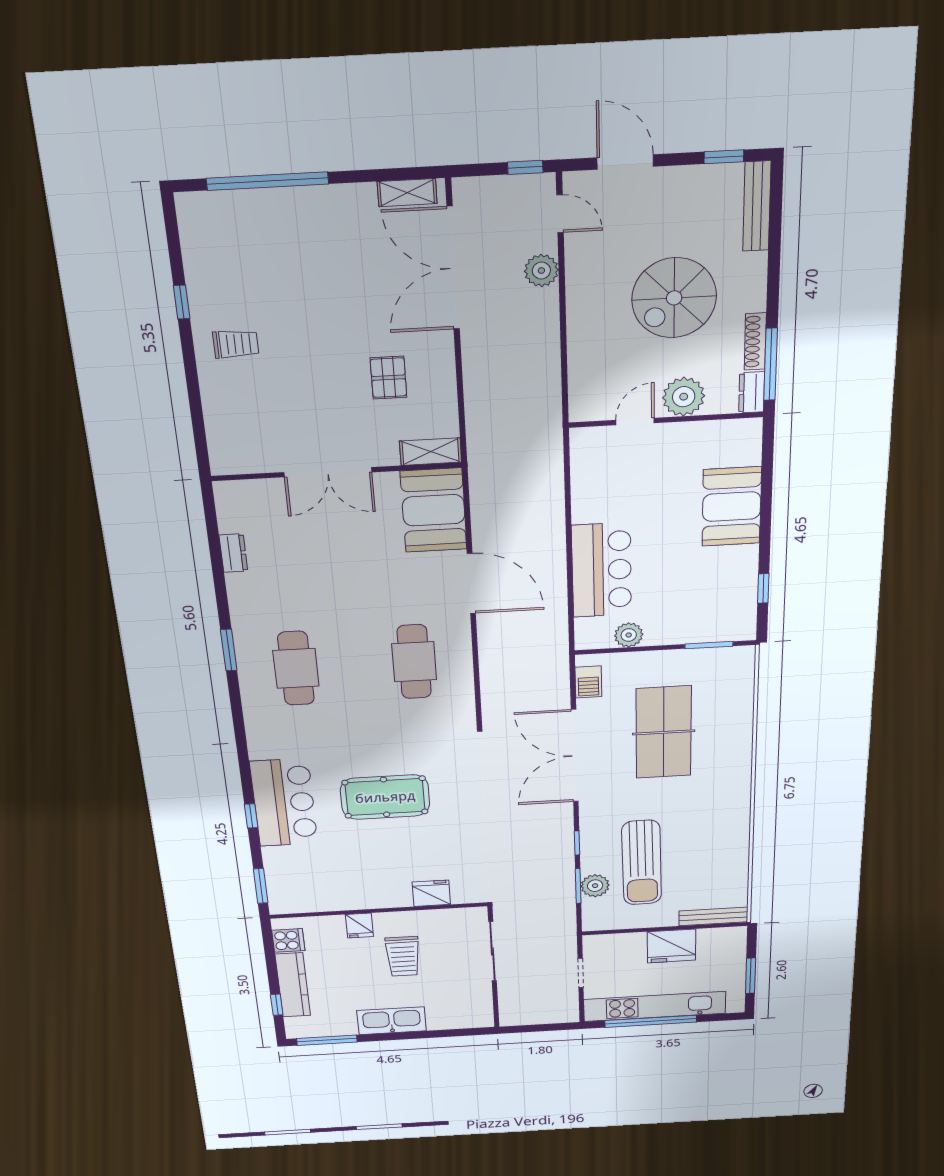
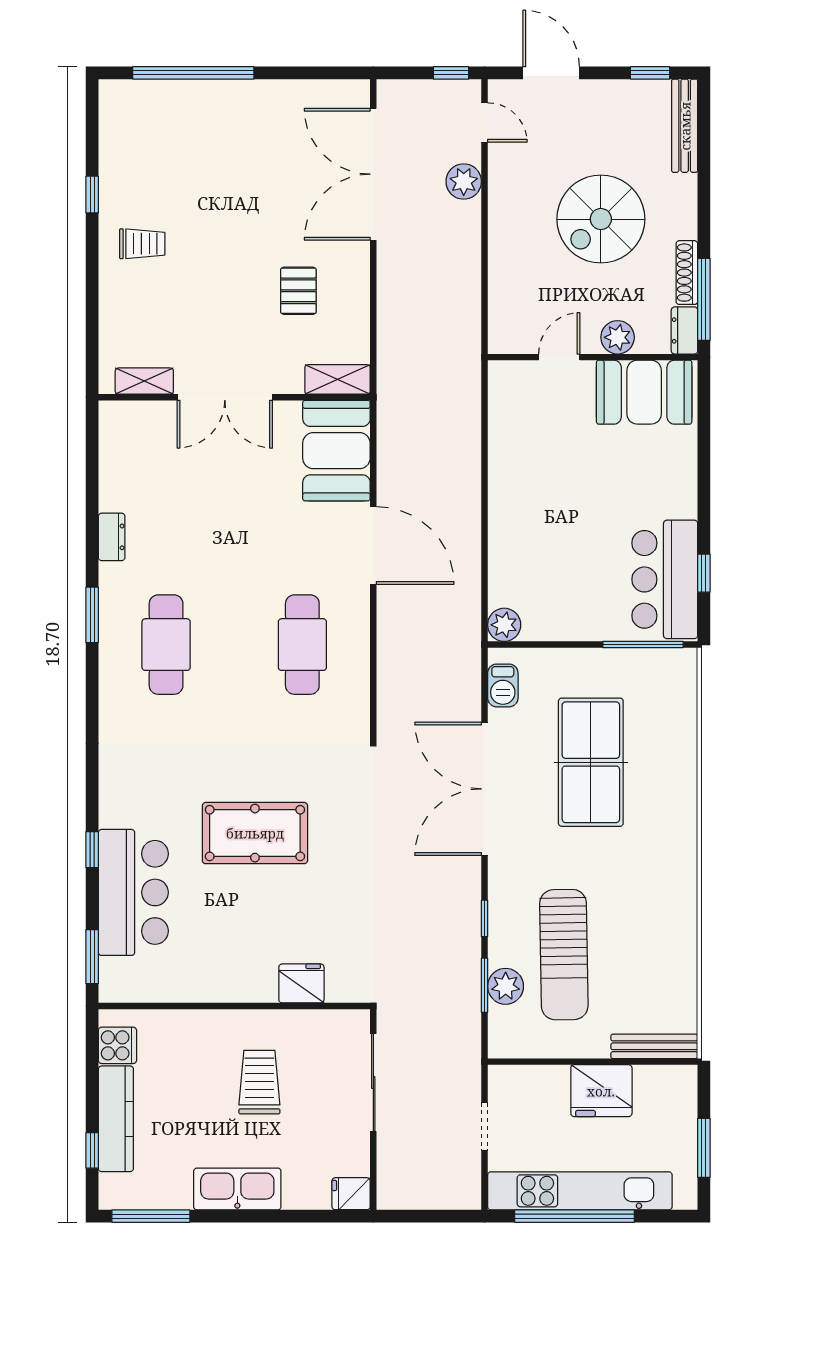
shelving: (407, 193) -> (144, 381), moved
plant: (684, 397) -> (618, 337), width x0.73, depth x0.73
booth: (732, 507) -> (644, 392), moved, turned 90
dresser: (233, 553) -> (112, 537), moved
bar counter: (602, 570) -> (665, 579), moved, turned 180
plant: (629, 635) -> (504, 625), moved
window: (709, 645) -> (643, 644), width x1.44
bar counter: (284, 803) -> (133, 892), moved
fridge: (359, 926) -> (351, 1194), moved, turned 90
trolley: (403, 956) -> (259, 1082), turned 180

